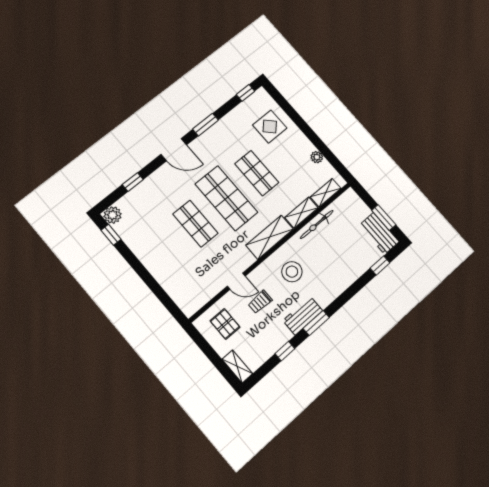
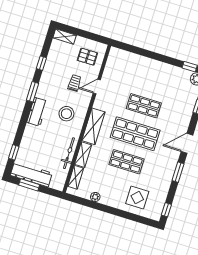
workbench: (379, 234) -> (31, 174), width x1.38
workbench: (303, 316) -> (37, 112), moved

